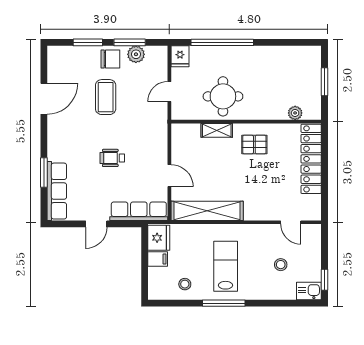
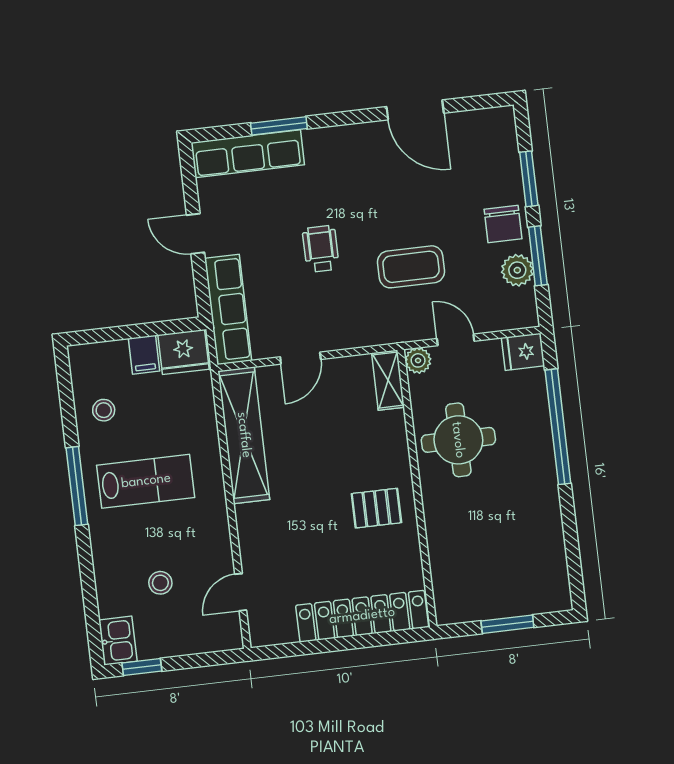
coffee table: (106, 97) -> (411, 267), moved
plant: (295, 113) -> (418, 360), moved
shelving: (217, 130) -> (388, 380), moved
pallet: (254, 144) -> (376, 508), turned 90

